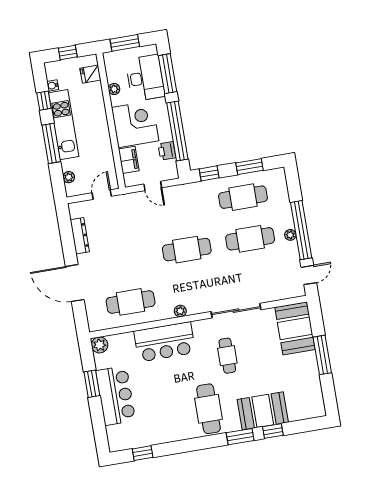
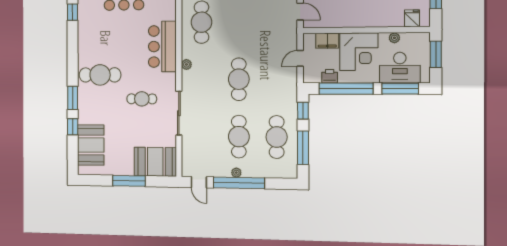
window: (250, 167) -> (303, 148), width x1.44
booth: (263, 411) -> (91, 145), moved

